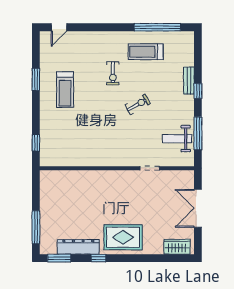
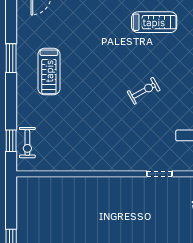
treadmill: (146, 52) -> (154, 22), turned 180
exercise bike: (113, 73) -> (27, 143), moved

